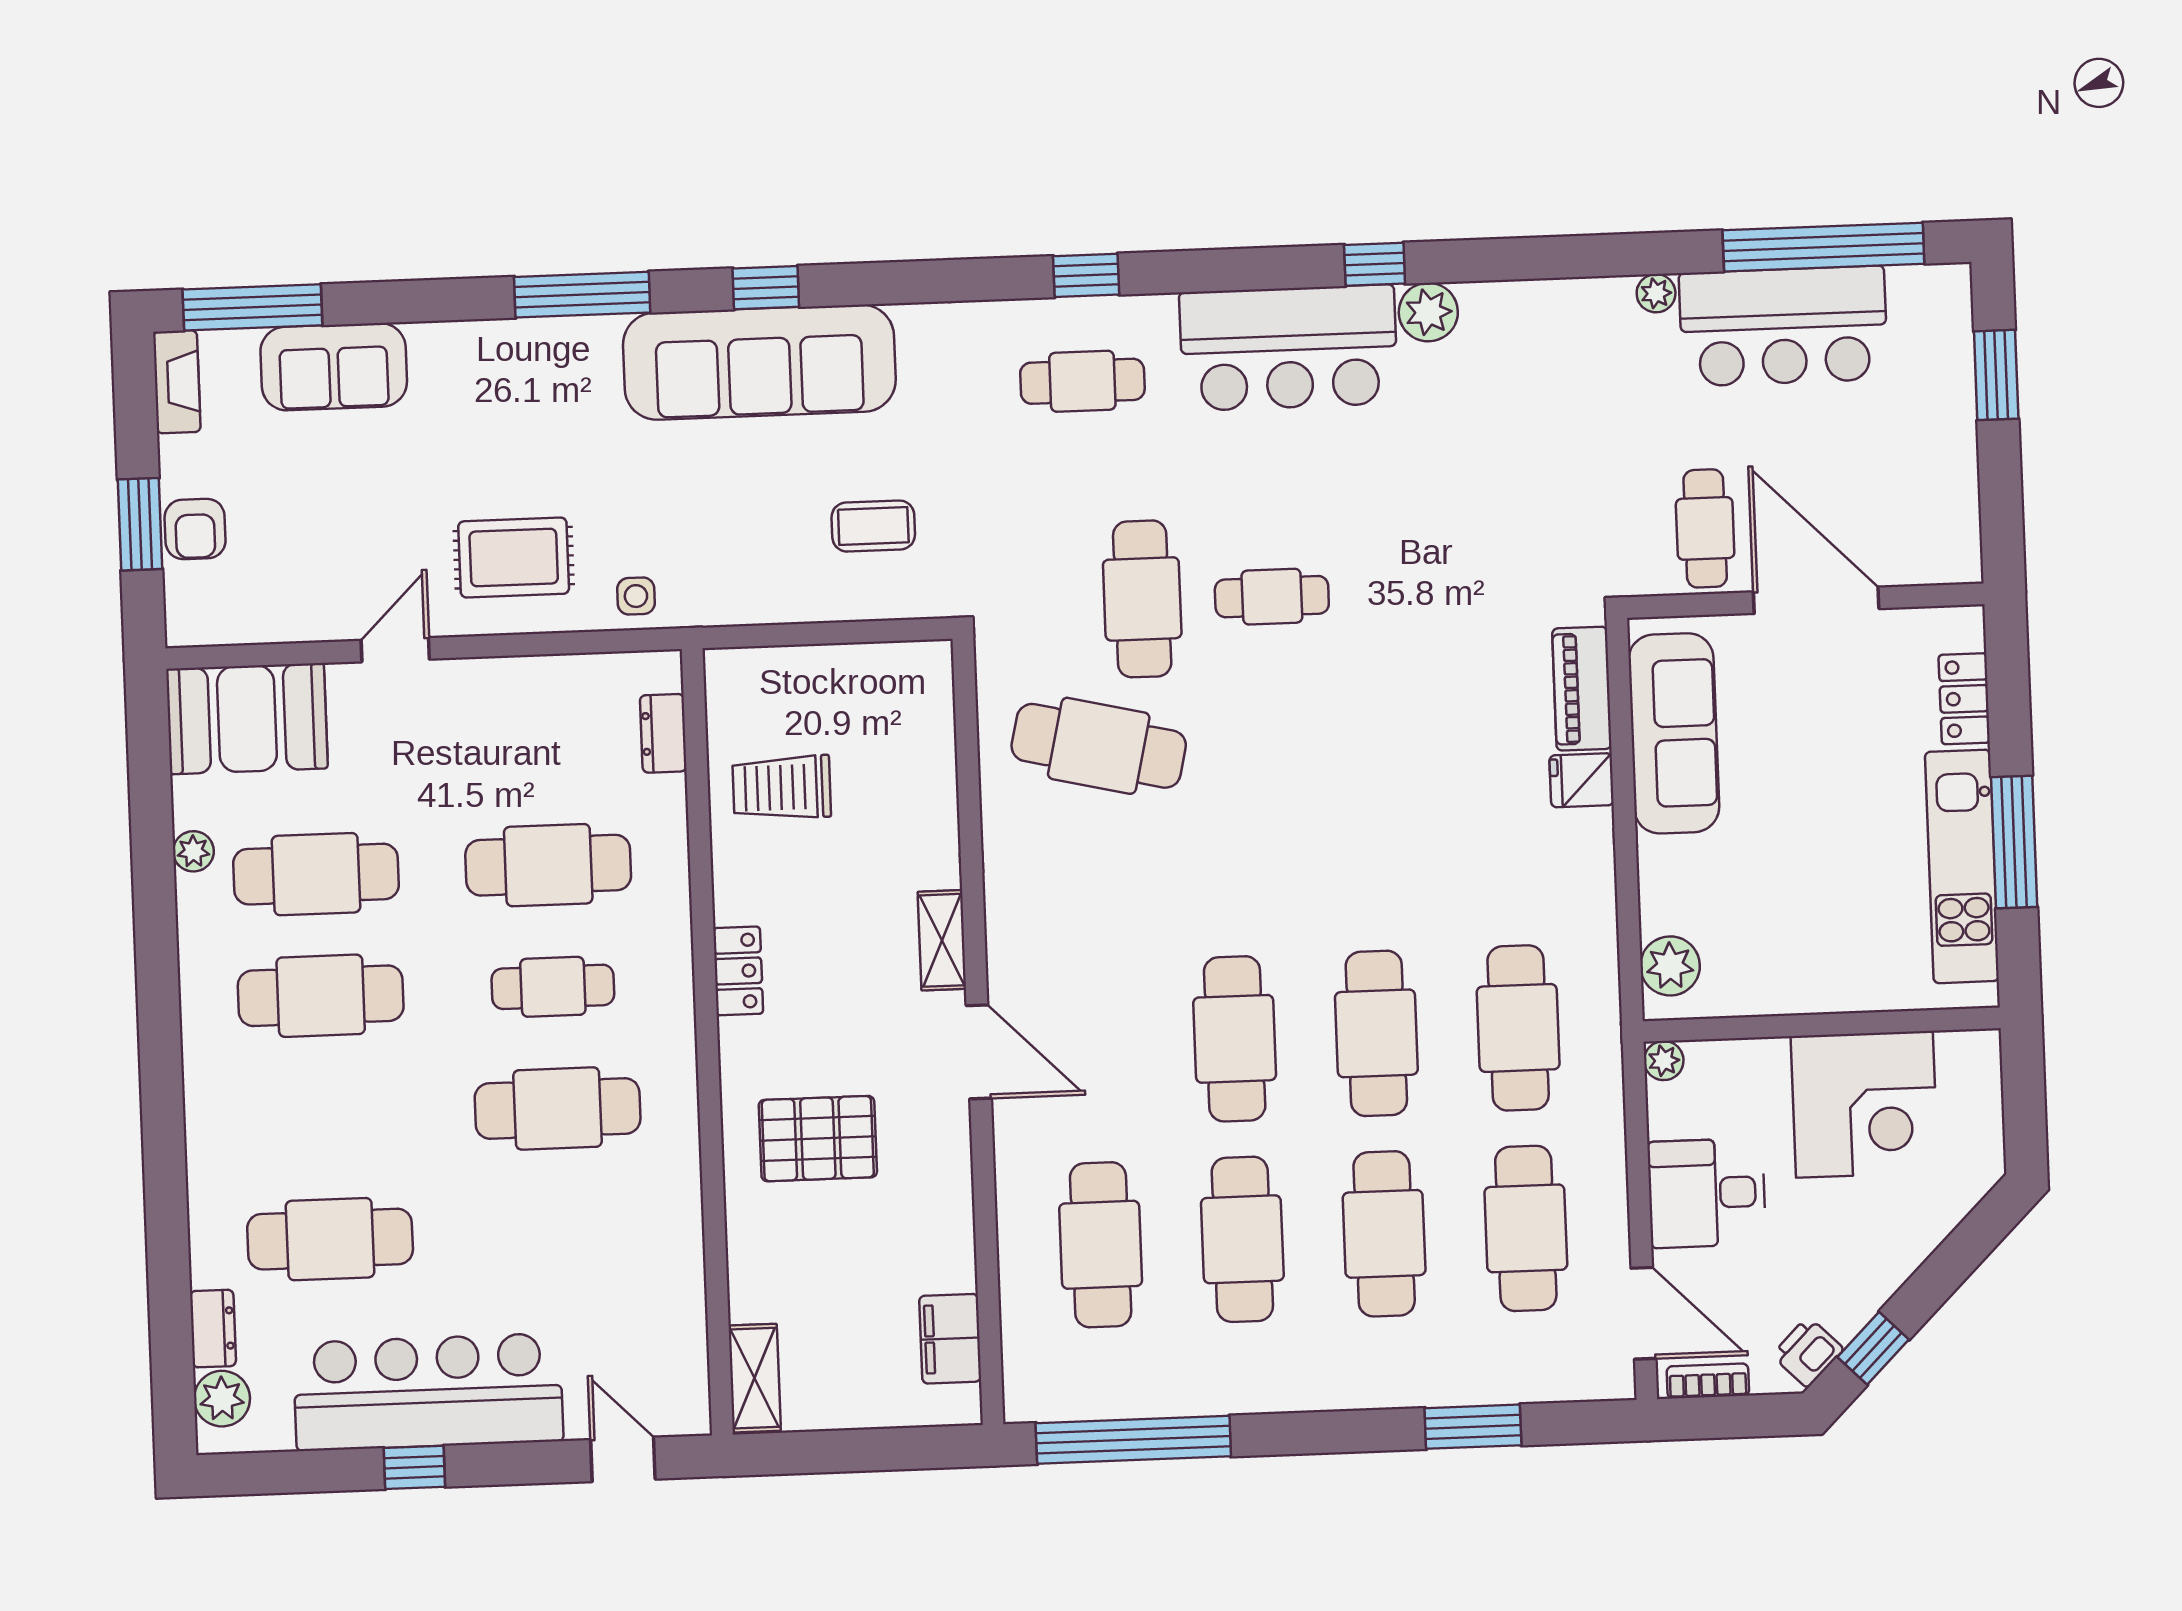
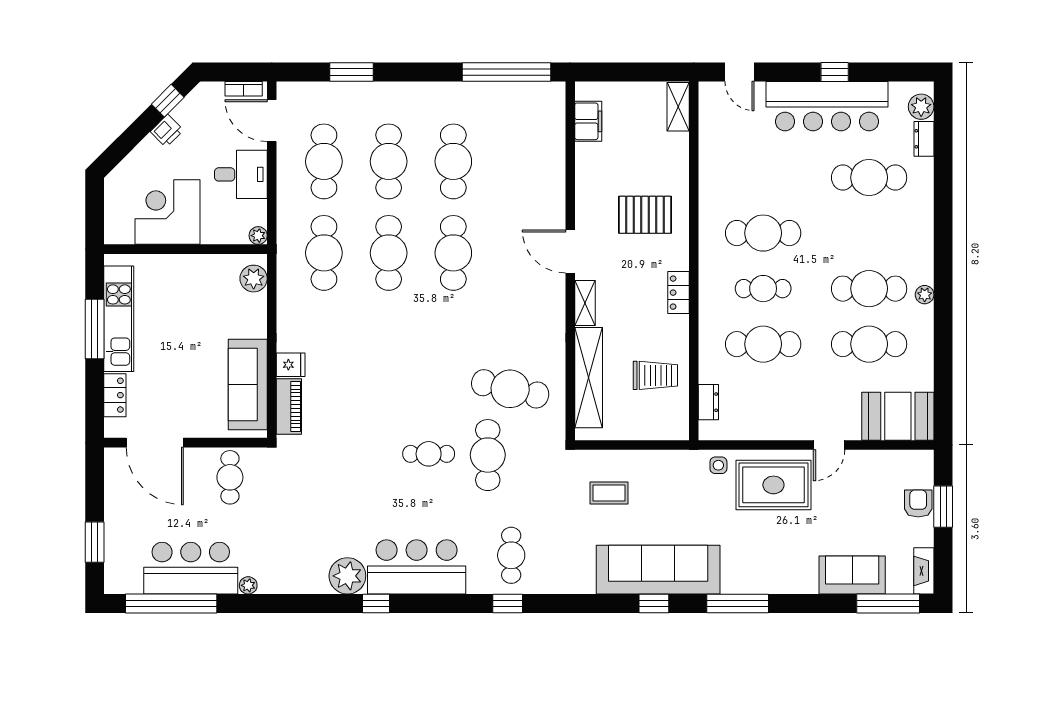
plant: (1428, 312) -> (347, 576), width x1.36, depth x1.36
cafe table: (1082, 381) -> (511, 555), turned 90
rug: (514, 558) -> (773, 485), width x1.36, depth x1.43
door: (1816, 600) -> (155, 443), moved
shelving: (928, 777) -> (589, 378), added
plant: (193, 851) -> (925, 295), moved
cafe table: (1101, 1245) -> (518, 161), removed
printer: (1808, 1352) -> (167, 131), moved

